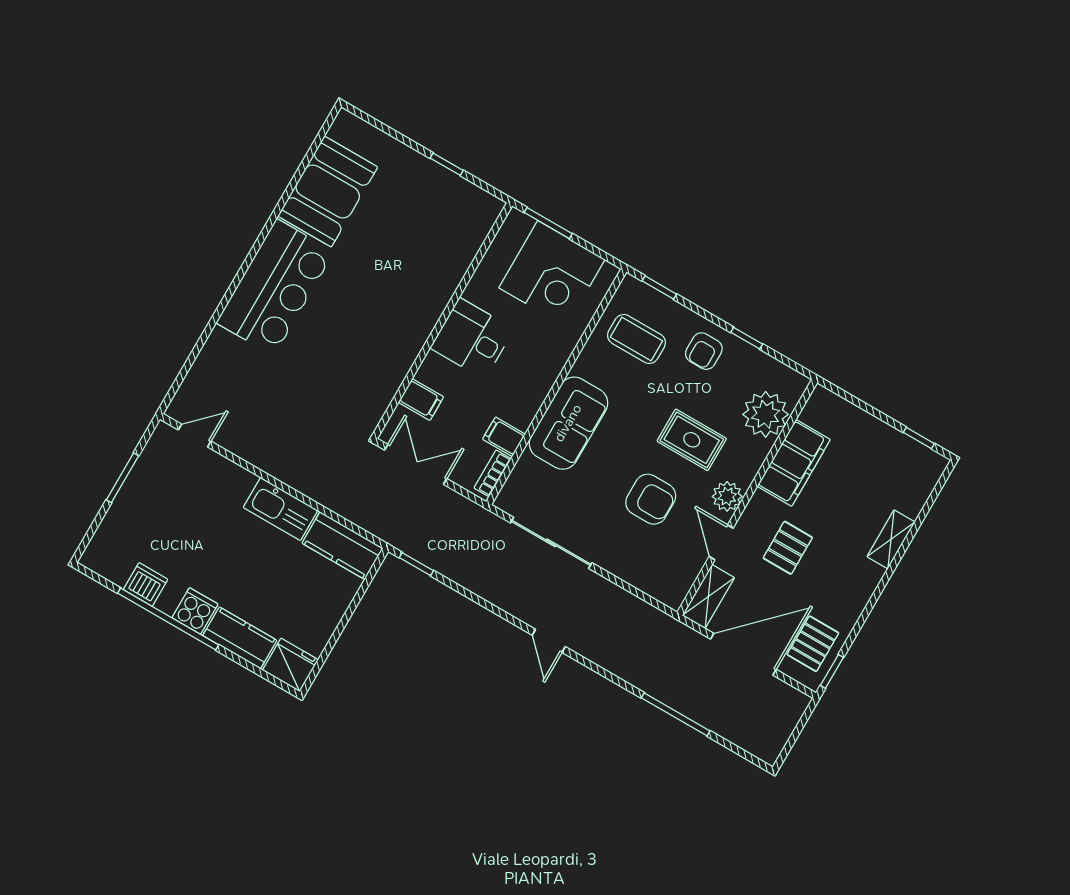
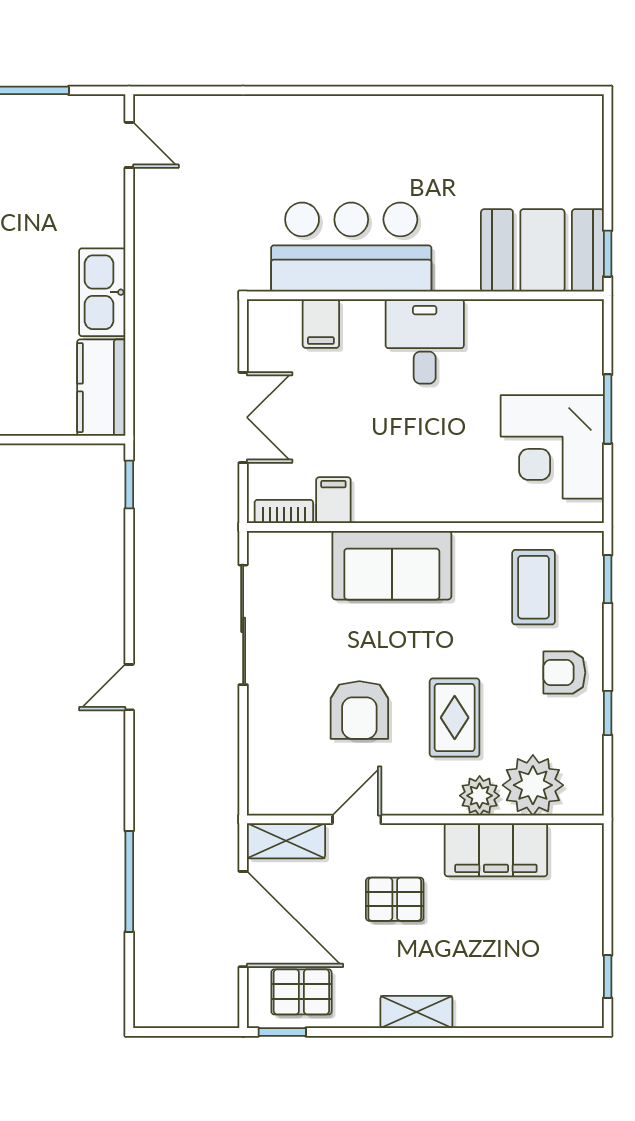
booth: (328, 192) -> (542, 250), moved
bar counter: (275, 287) -> (351, 247), moved, turned 180
wall: (442, 321) -> (425, 295), moved
desk: (472, 339) -> (425, 341), moved
filing cabinet: (421, 400) -> (321, 324), moved
plant: (727, 496) -> (480, 796), moved
shelving: (891, 539) -> (416, 1012), moved

